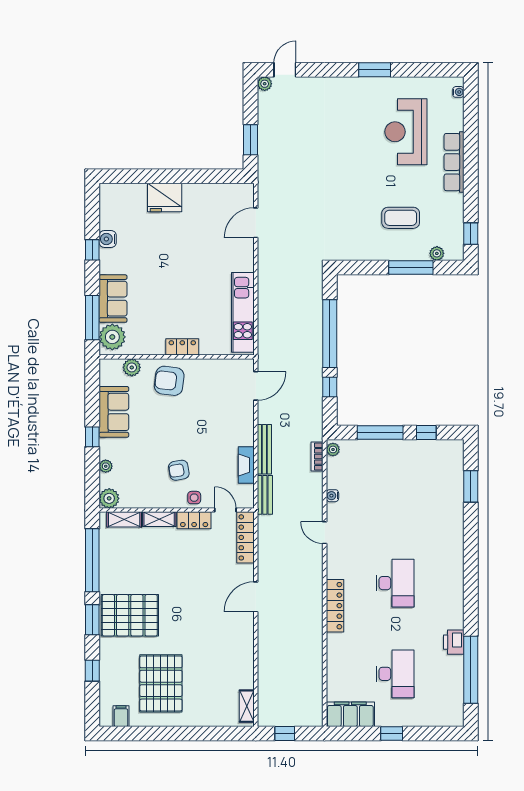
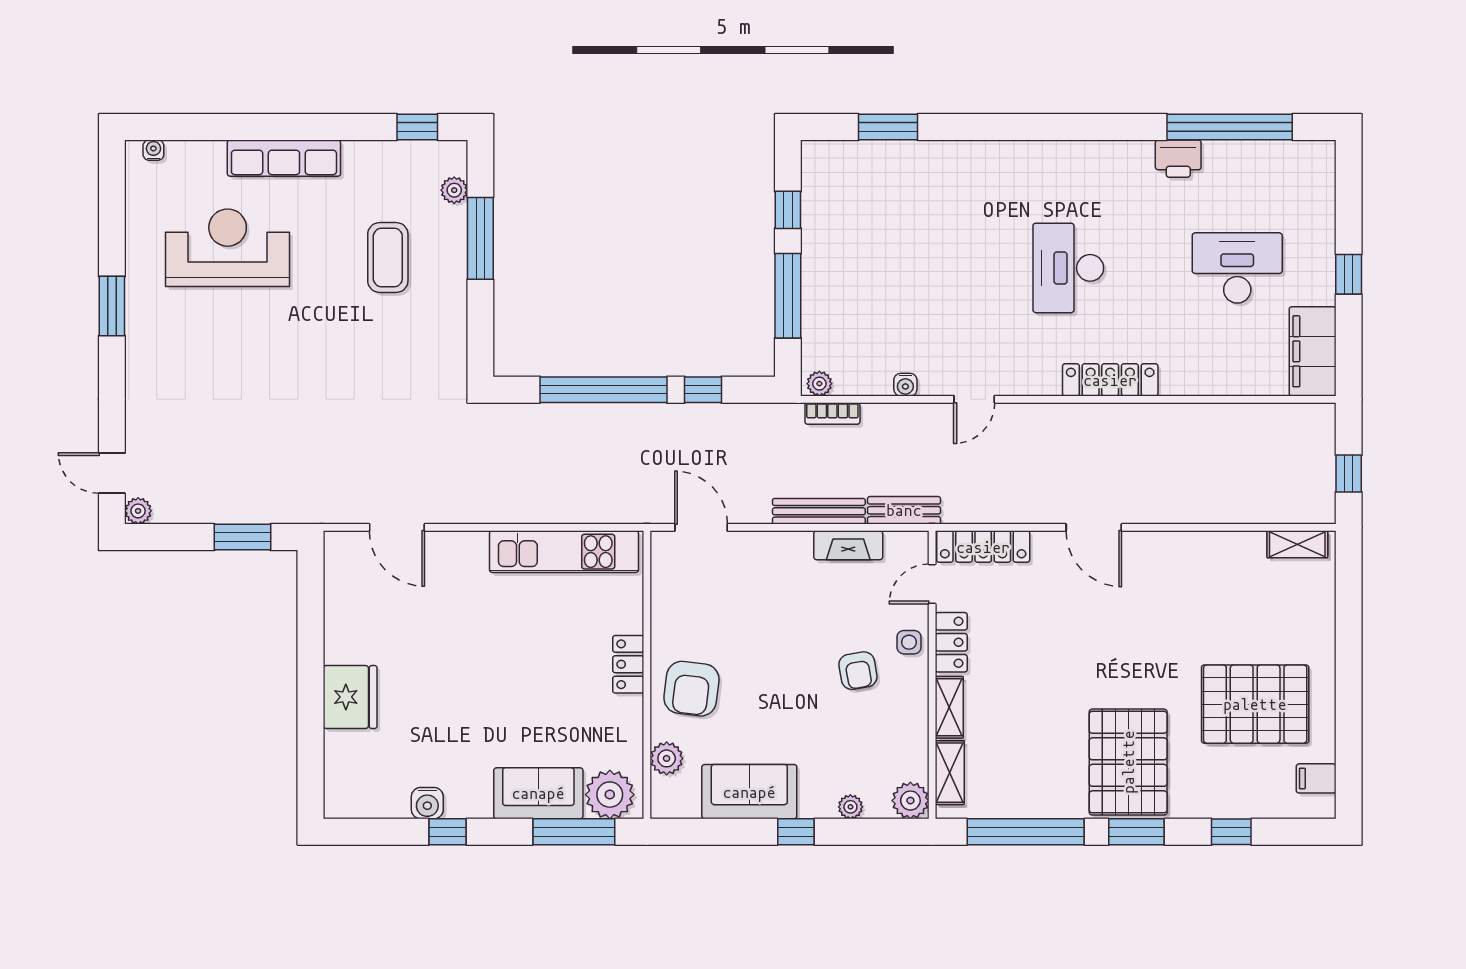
reception desk: (406, 132) -> (228, 248), turned 180
desk: (395, 583) -> (1068, 268), turned -90

